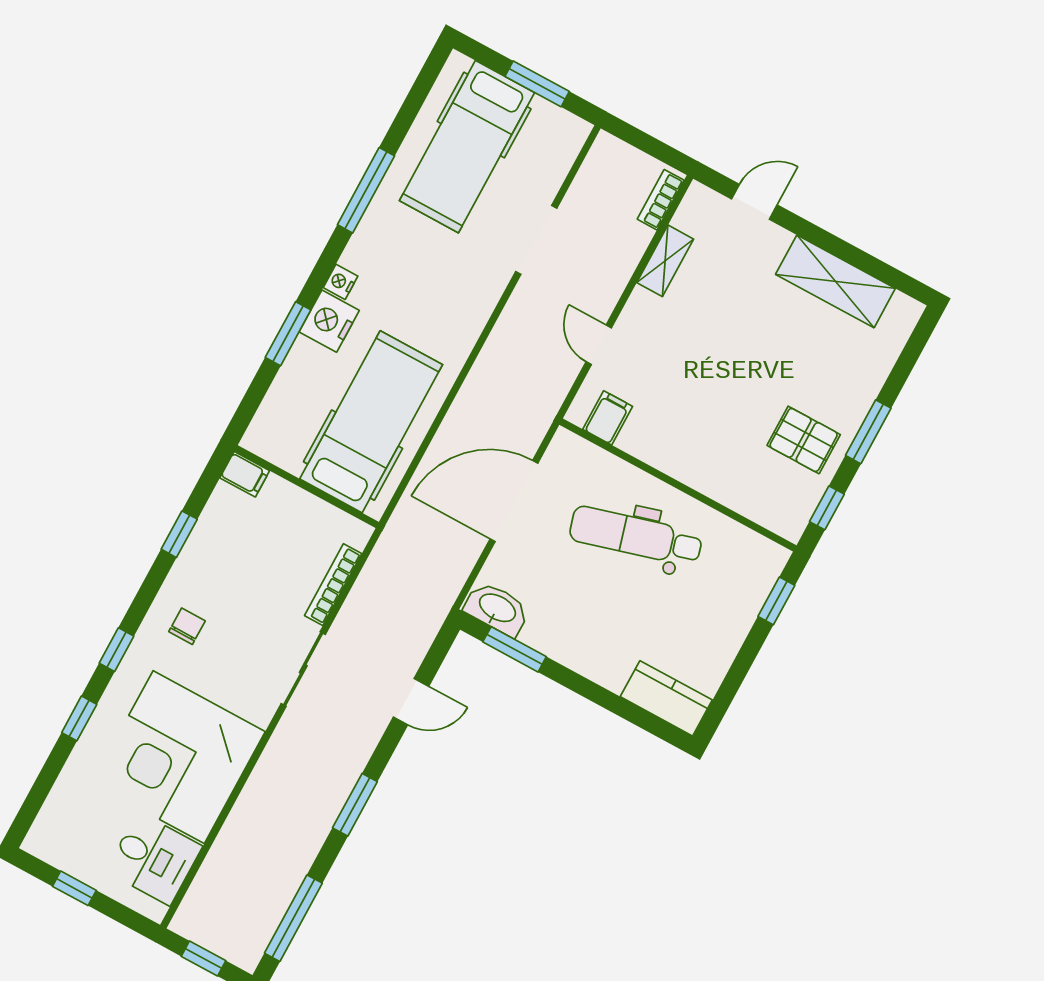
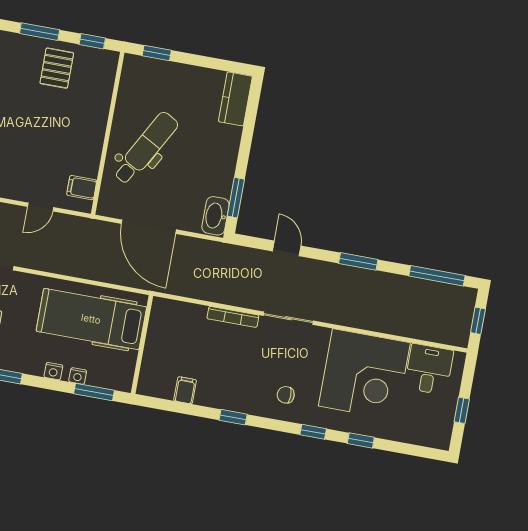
nightstand: (329, 321) -> (78, 376), width x0.53, depth x0.56
hospital bed: (371, 422) -> (91, 319), moved
wall: (307, 487) -> (142, 344), moved
dental chair: (636, 536) -> (146, 148), turned -135

